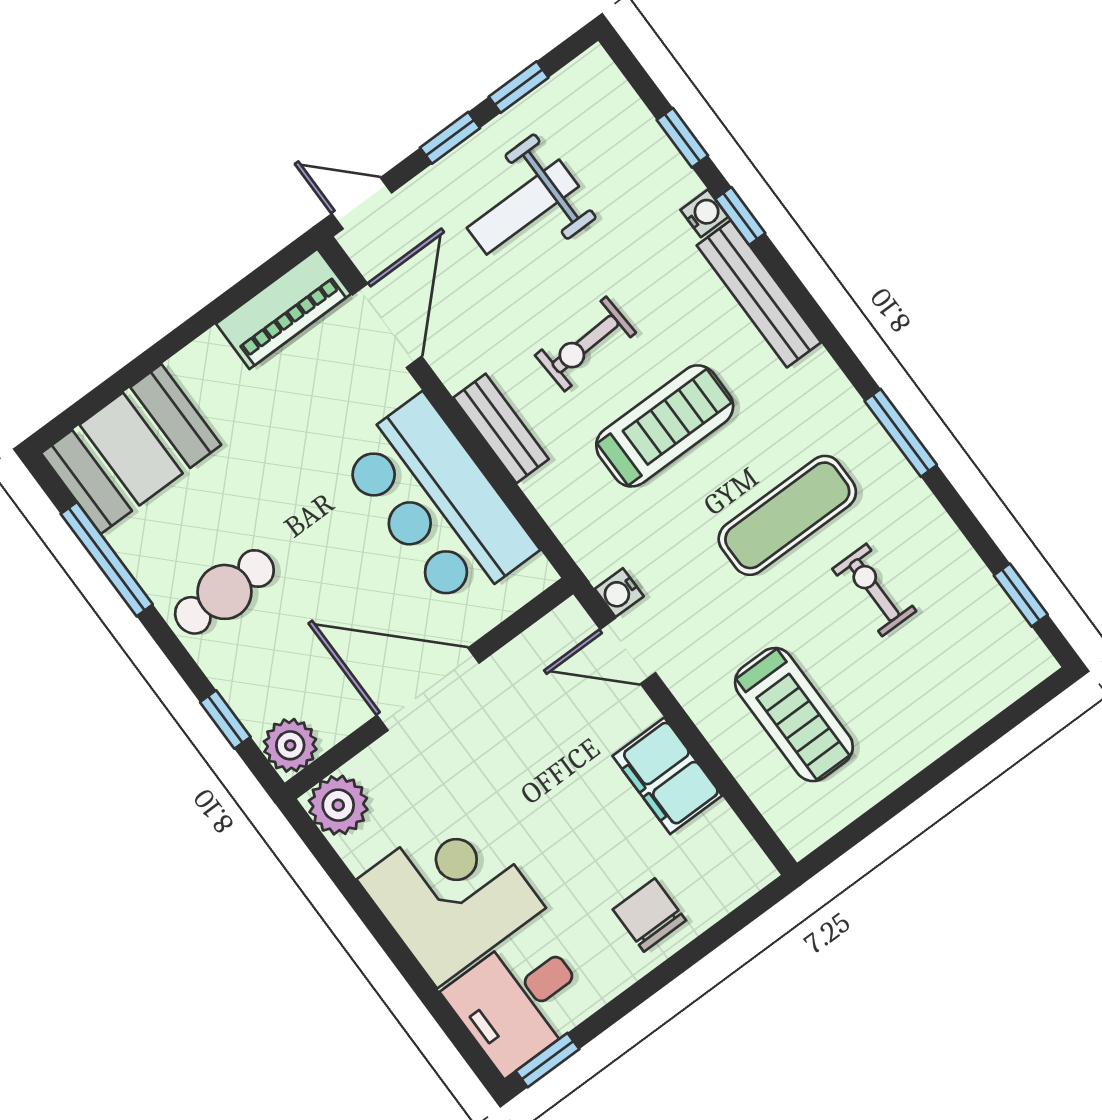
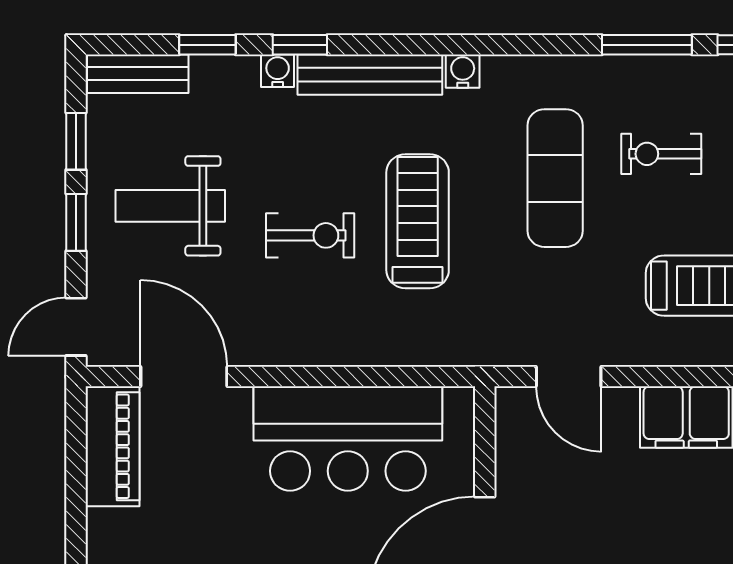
weight bench: (523, 207) -> (170, 206), turned 90
exercise bike: (585, 344) -> (310, 235), turned -87
bench: (501, 428) -> (138, 74), moved
window: (901, 433) -> (647, 45), moved
water cooler: (619, 593) -> (463, 71), moved, turned 180
door: (628, 651) -> (569, 377), hinge flipped

